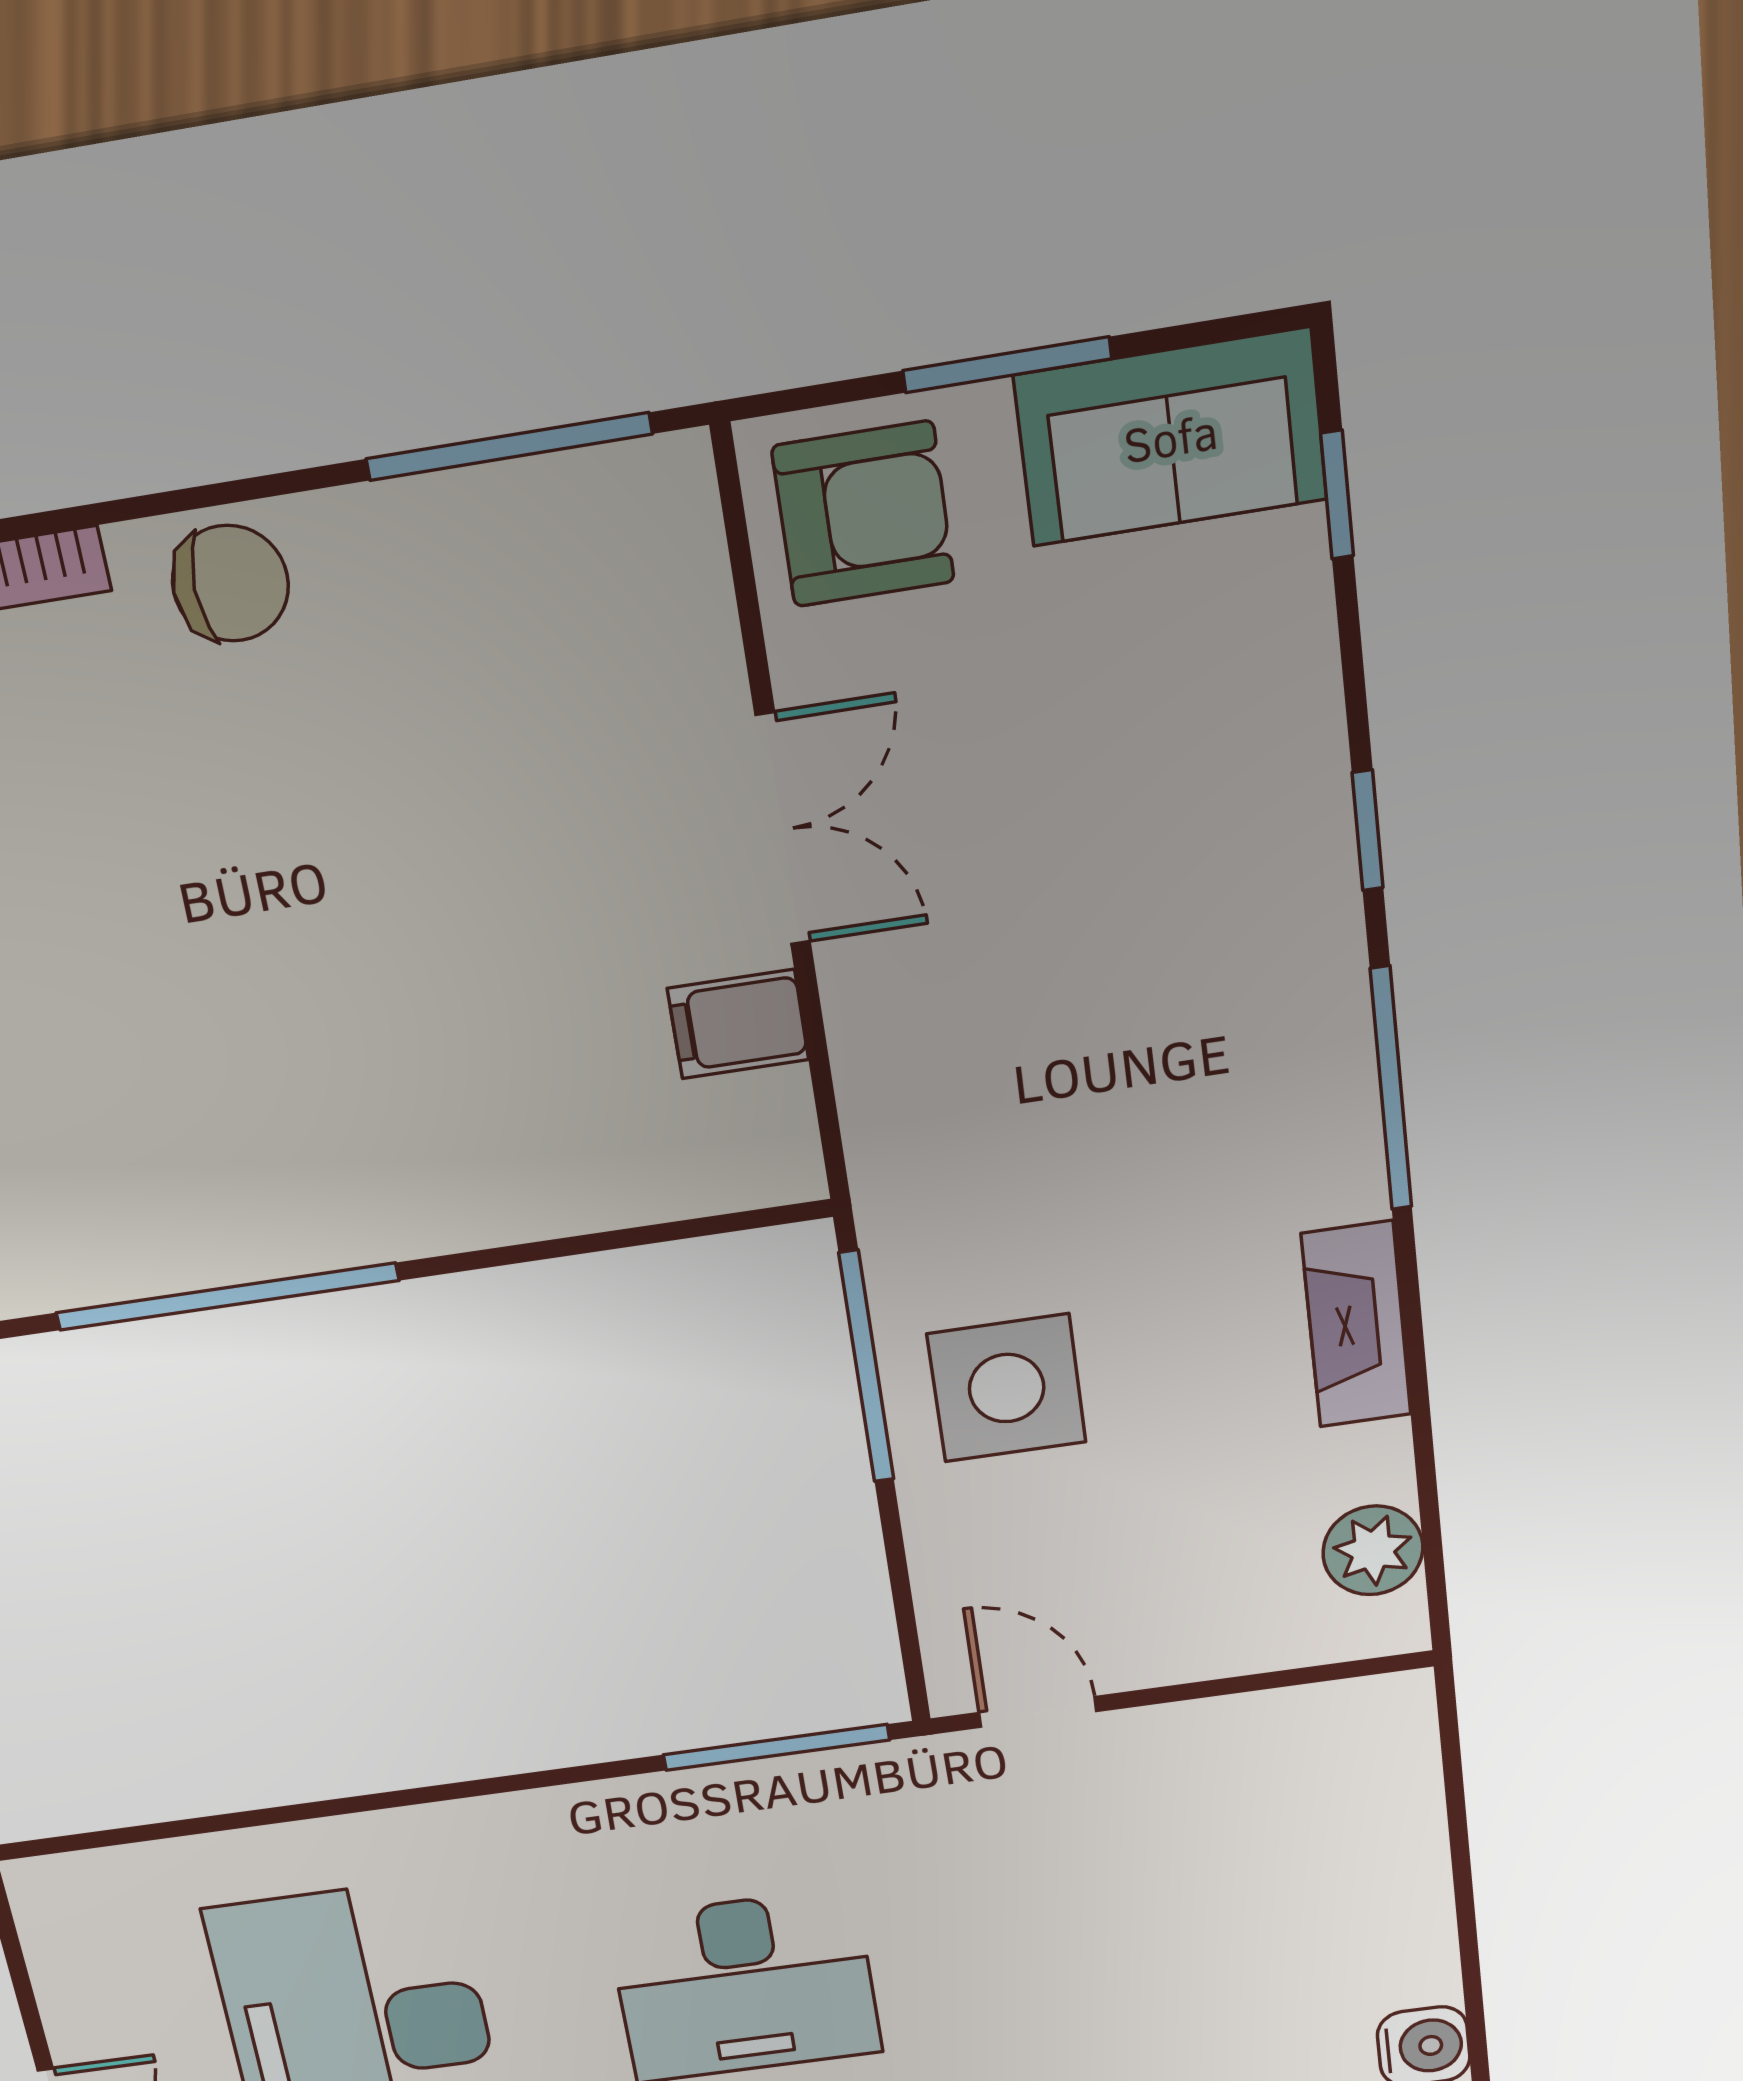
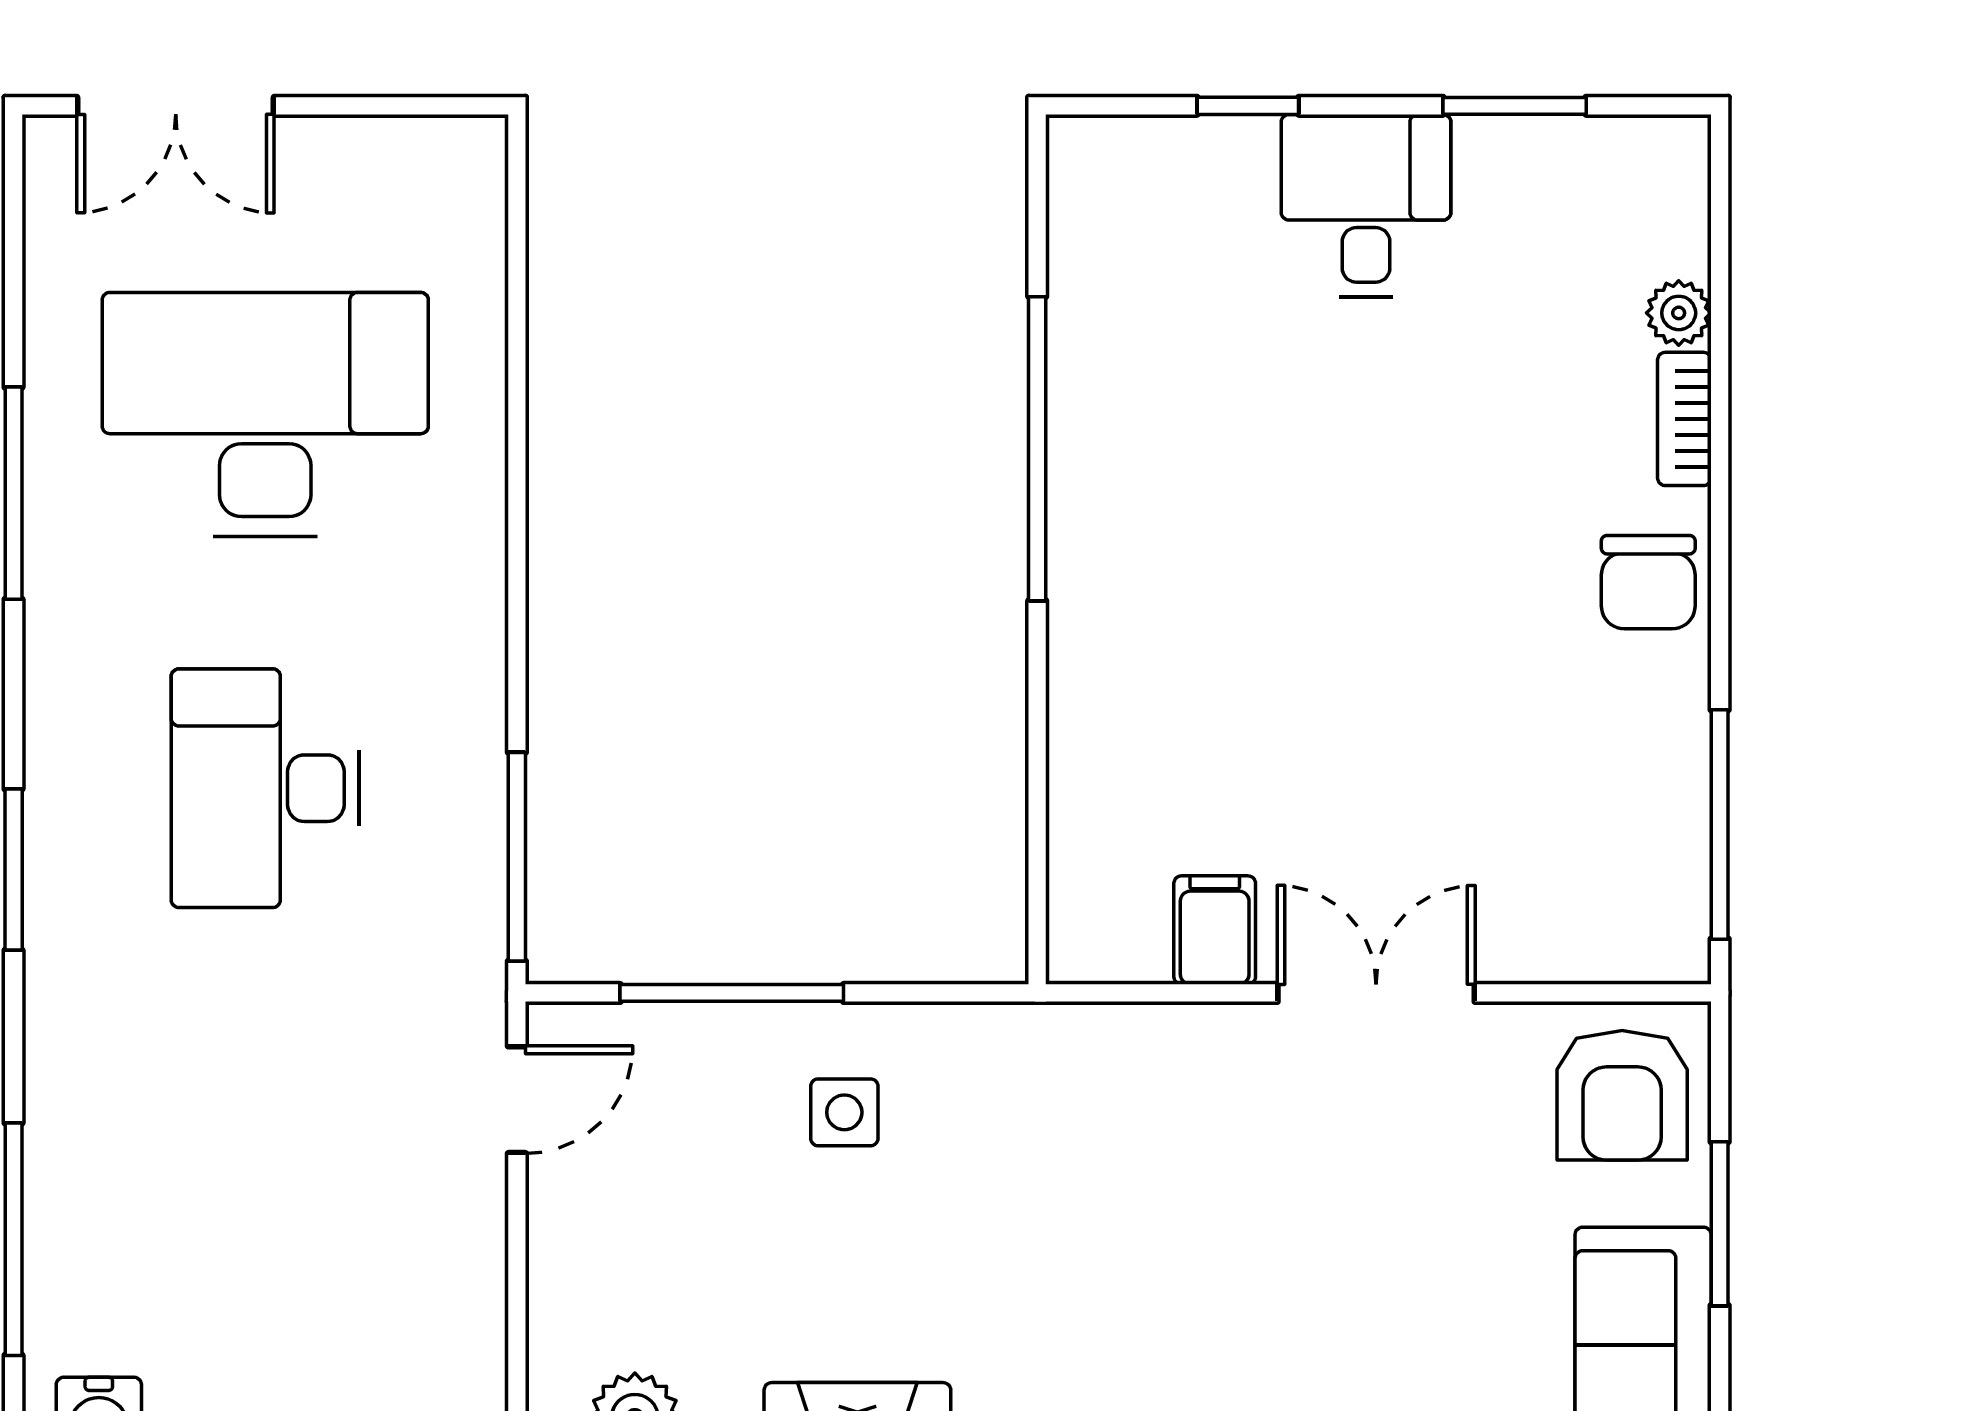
double door: (783, 829) -> (1376, 993), swing flipped
window: (866, 1367) -> (732, 993), moved
side table: (1007, 1388) -> (844, 1112), width x0.54, depth x0.54

